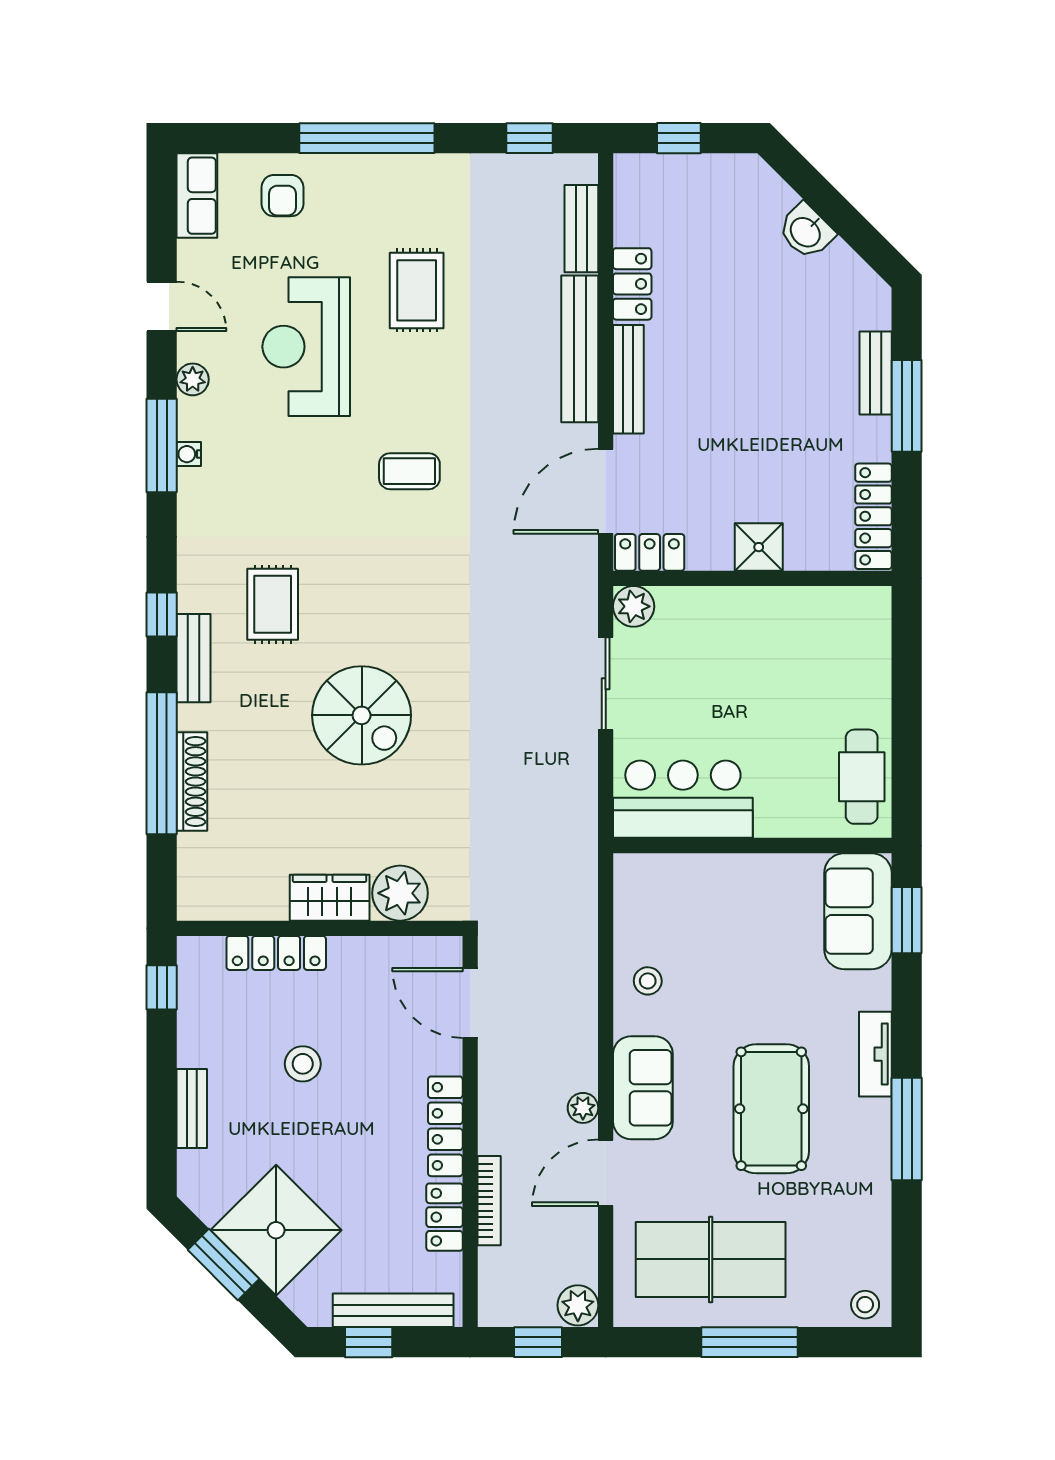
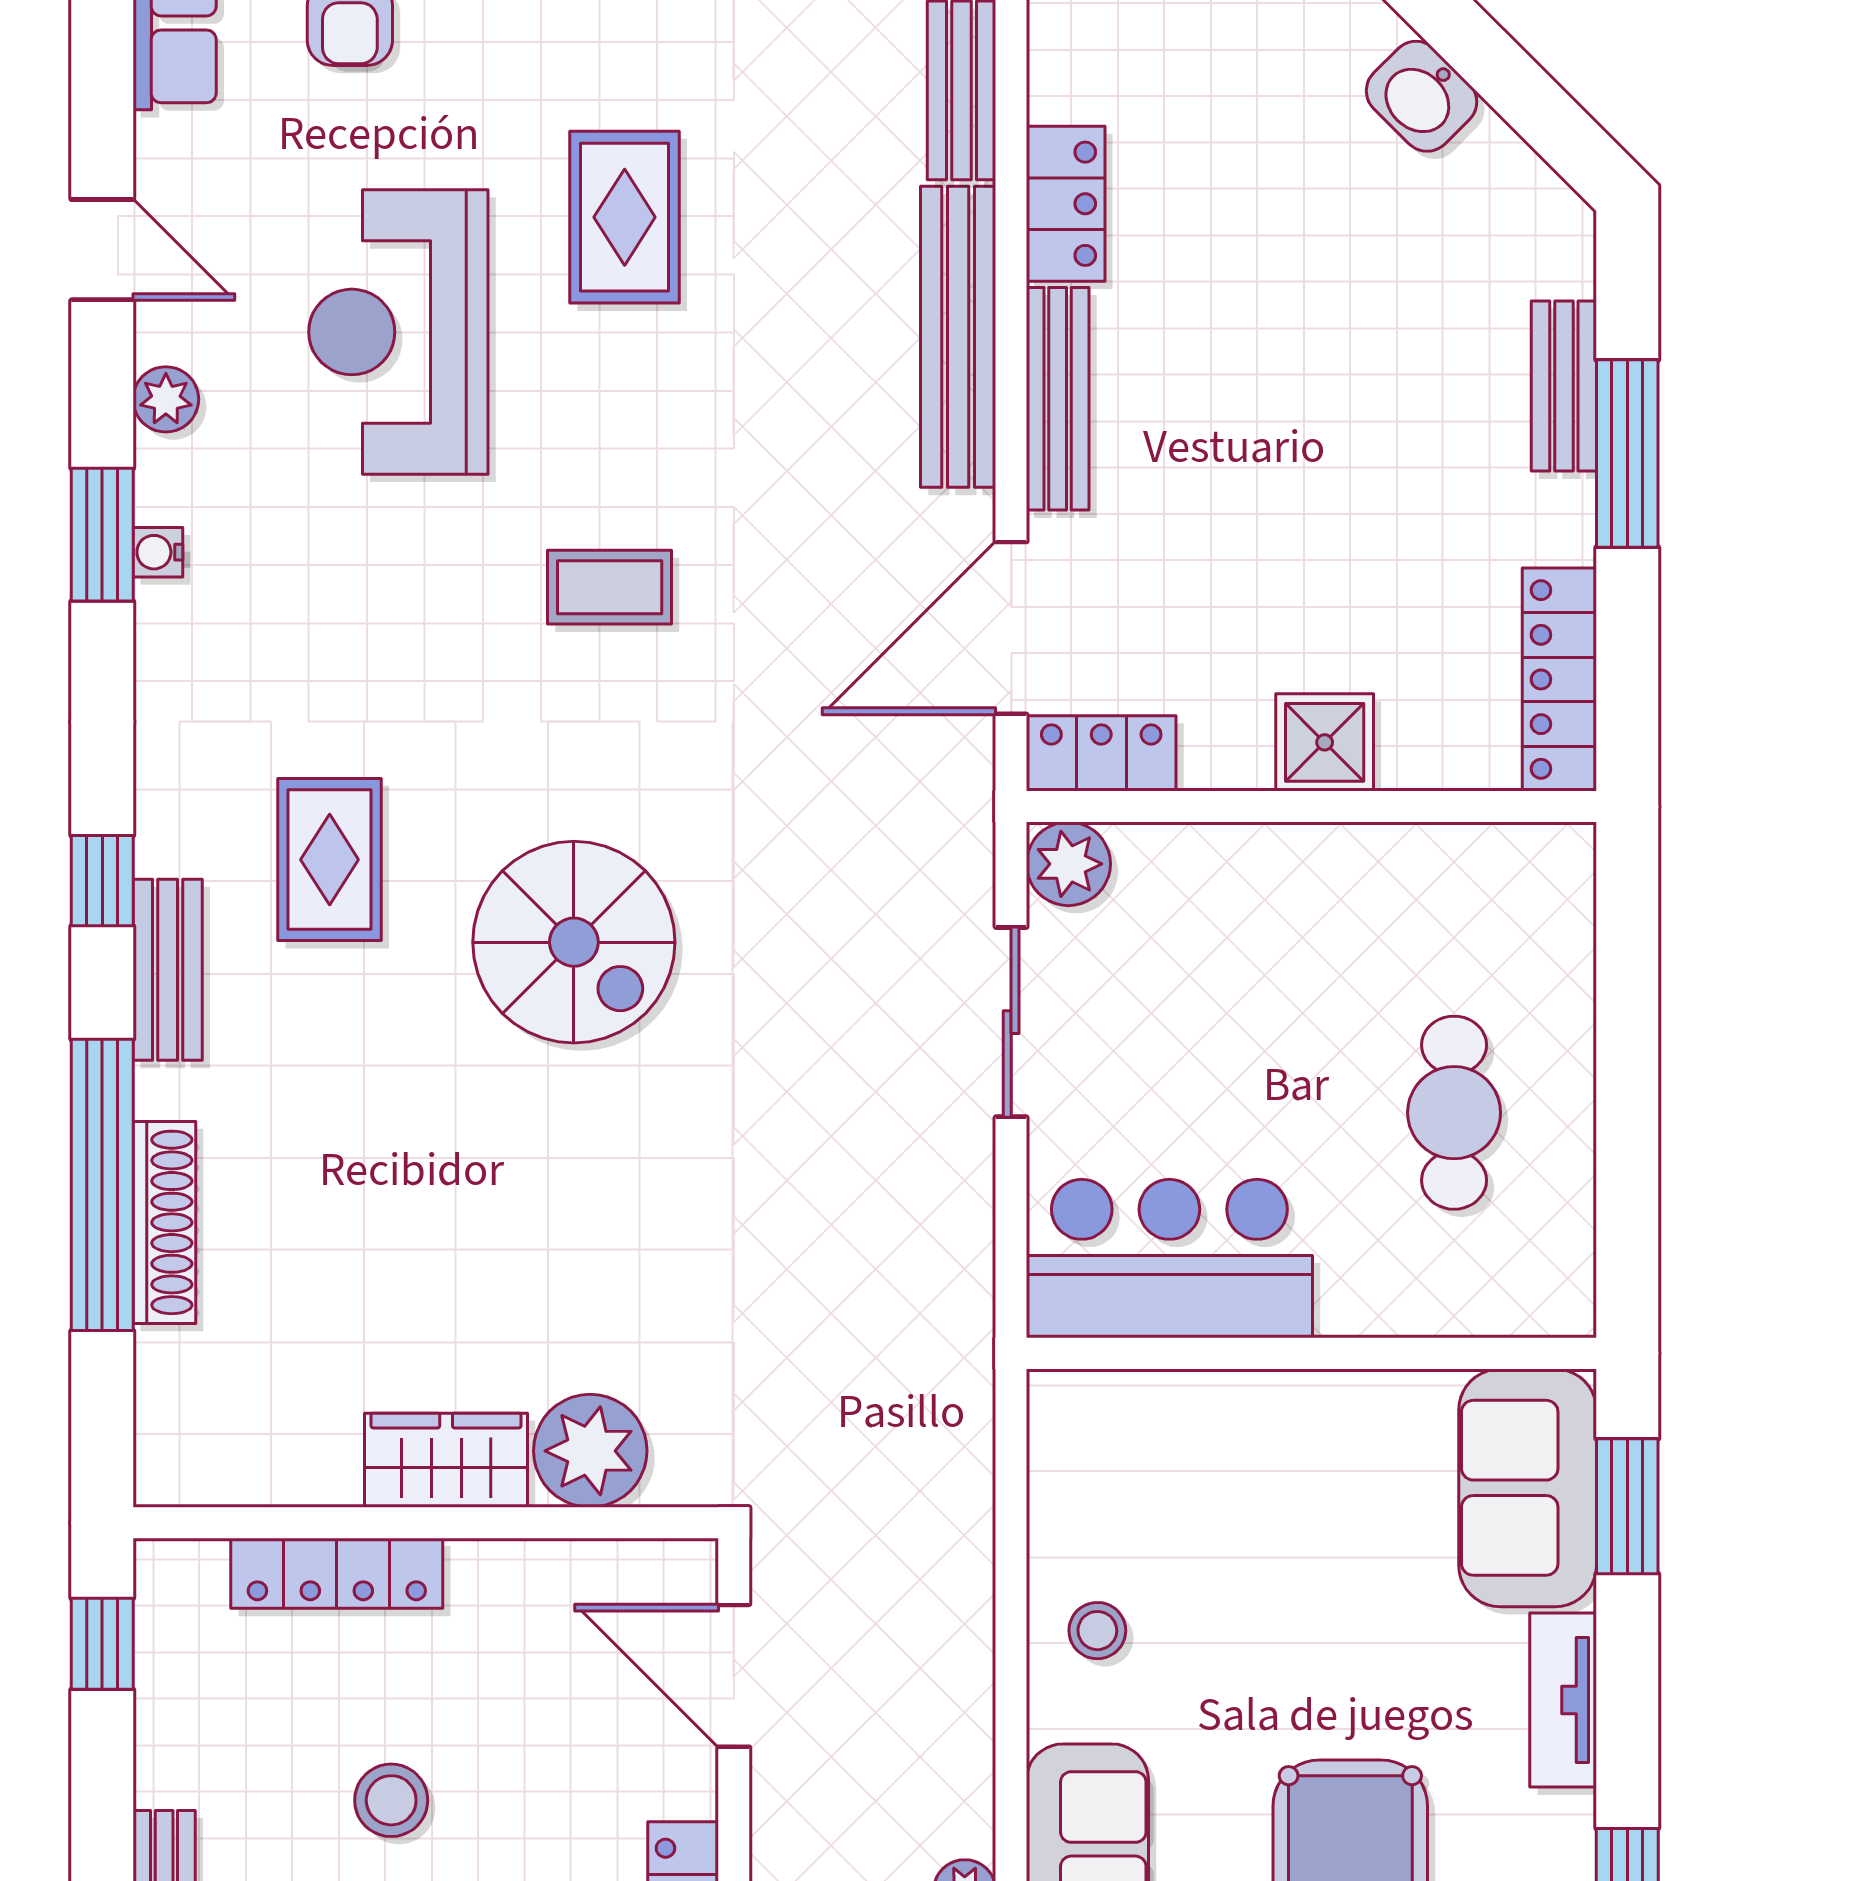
window: (162, 446) -> (102, 535), width x0.69
spiral stairs: (362, 715) -> (574, 942), moved
cafe table: (862, 777) -> (1454, 1113), moved
tv unit: (875, 1054) -> (1563, 1700), moved

